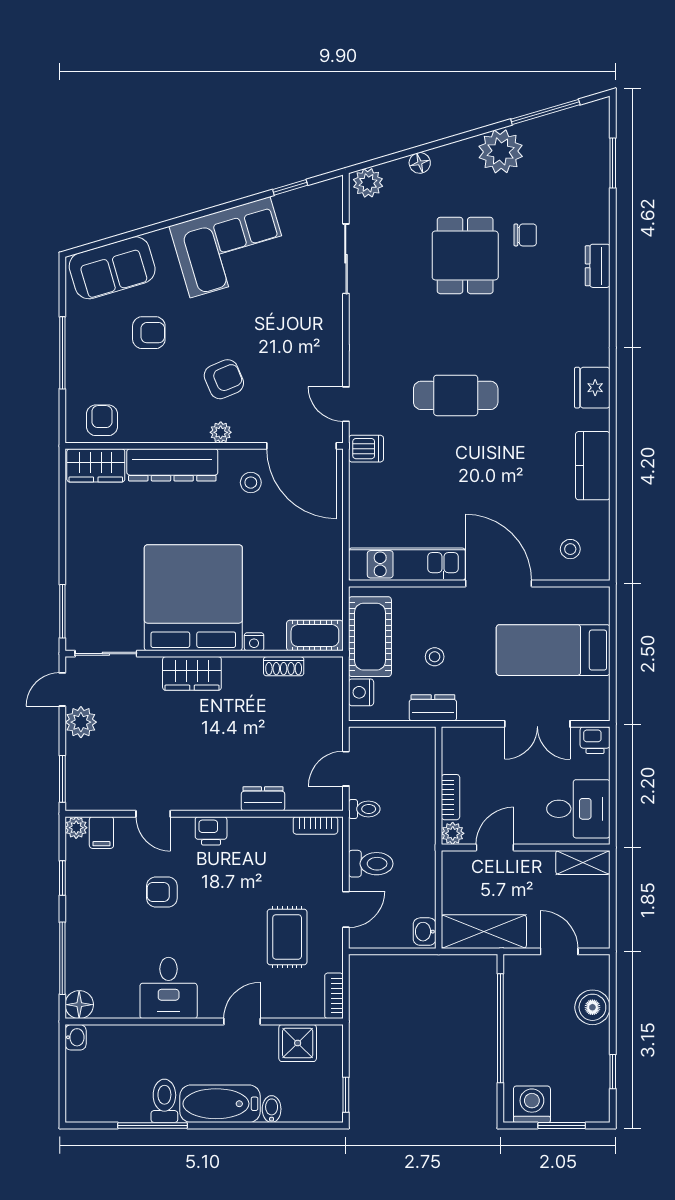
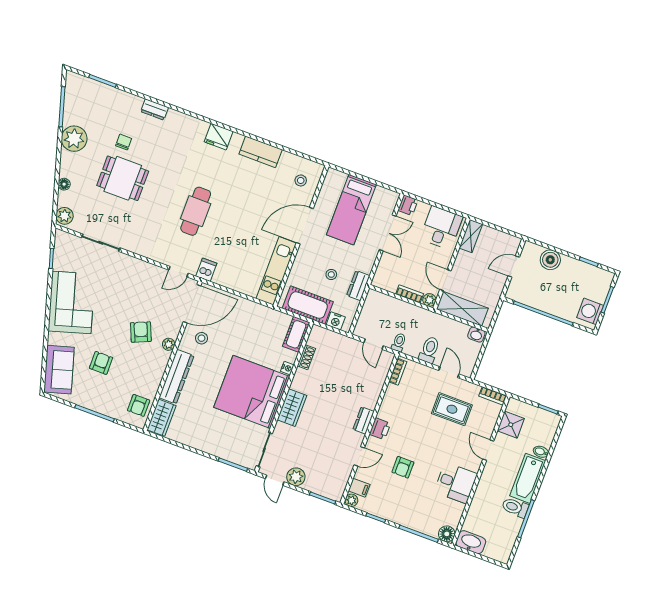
armchair: (102, 420) -> (139, 405), turned -90
dresser: (263, 799) -> (364, 420), moved
shelving: (484, 932) -> (462, 309), moved, turned 90
washbasin: (76, 1037) -> (471, 542), width x1.91, depth x1.45

